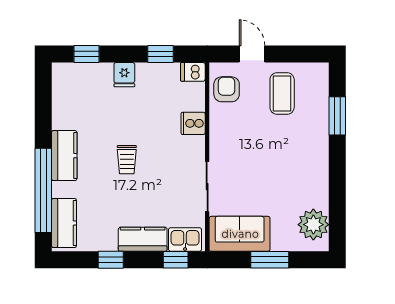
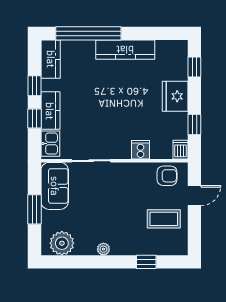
fridge: (124, 75) -> (175, 96), width x1.88, depth x1.34
window: (337, 116) -> (146, 262), width x0.67
kitchen counter: (64, 156) -> (125, 50), width x1.50
trolley: (127, 160) -> (112, 98), removed
plant: (321, 171) -> (103, 249), added
kitchen counter: (64, 223) -> (51, 59), moved, turned -90
window: (176, 260) -> (34, 119), moved

